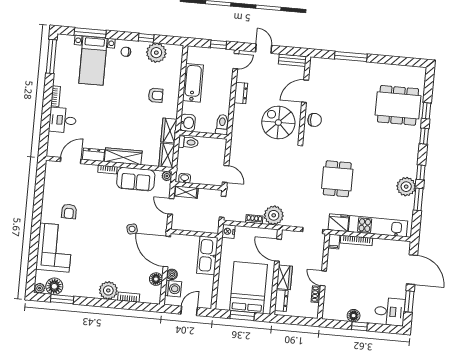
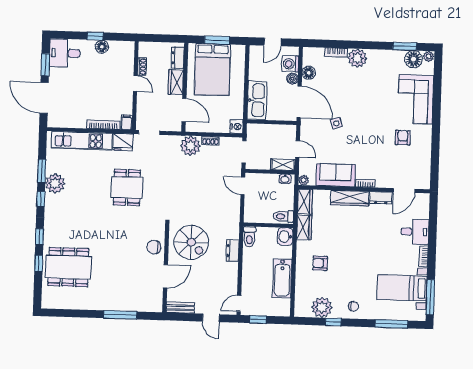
bed with nightstands: (93, 61) -> (402, 288), moved, turned -90
dresser: (241, 93) -> (233, 251), moved

